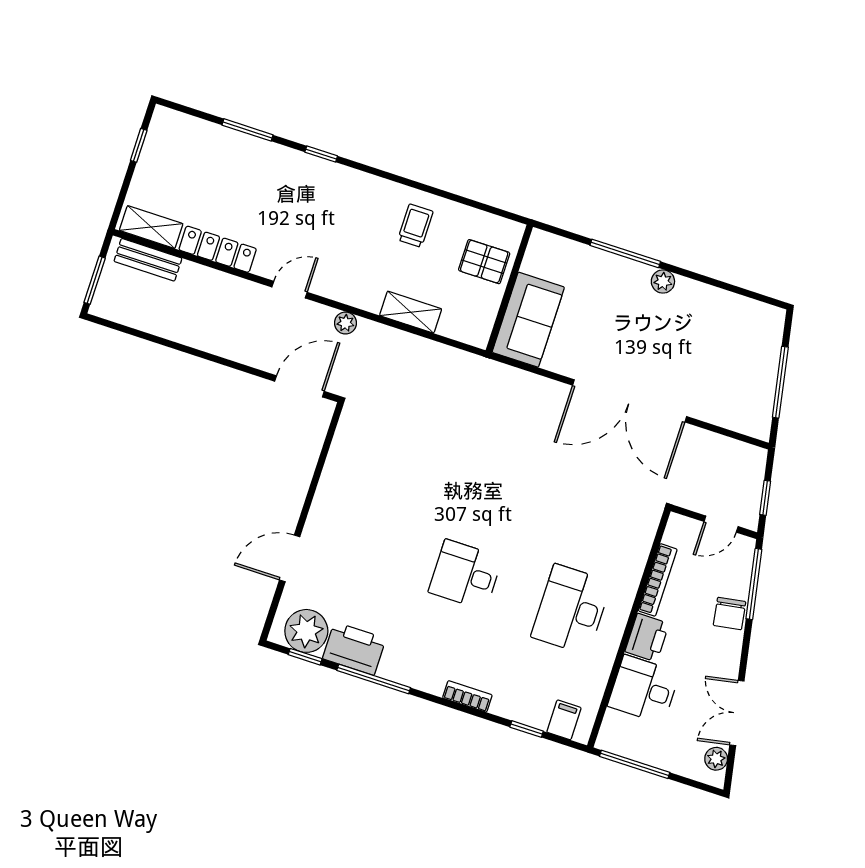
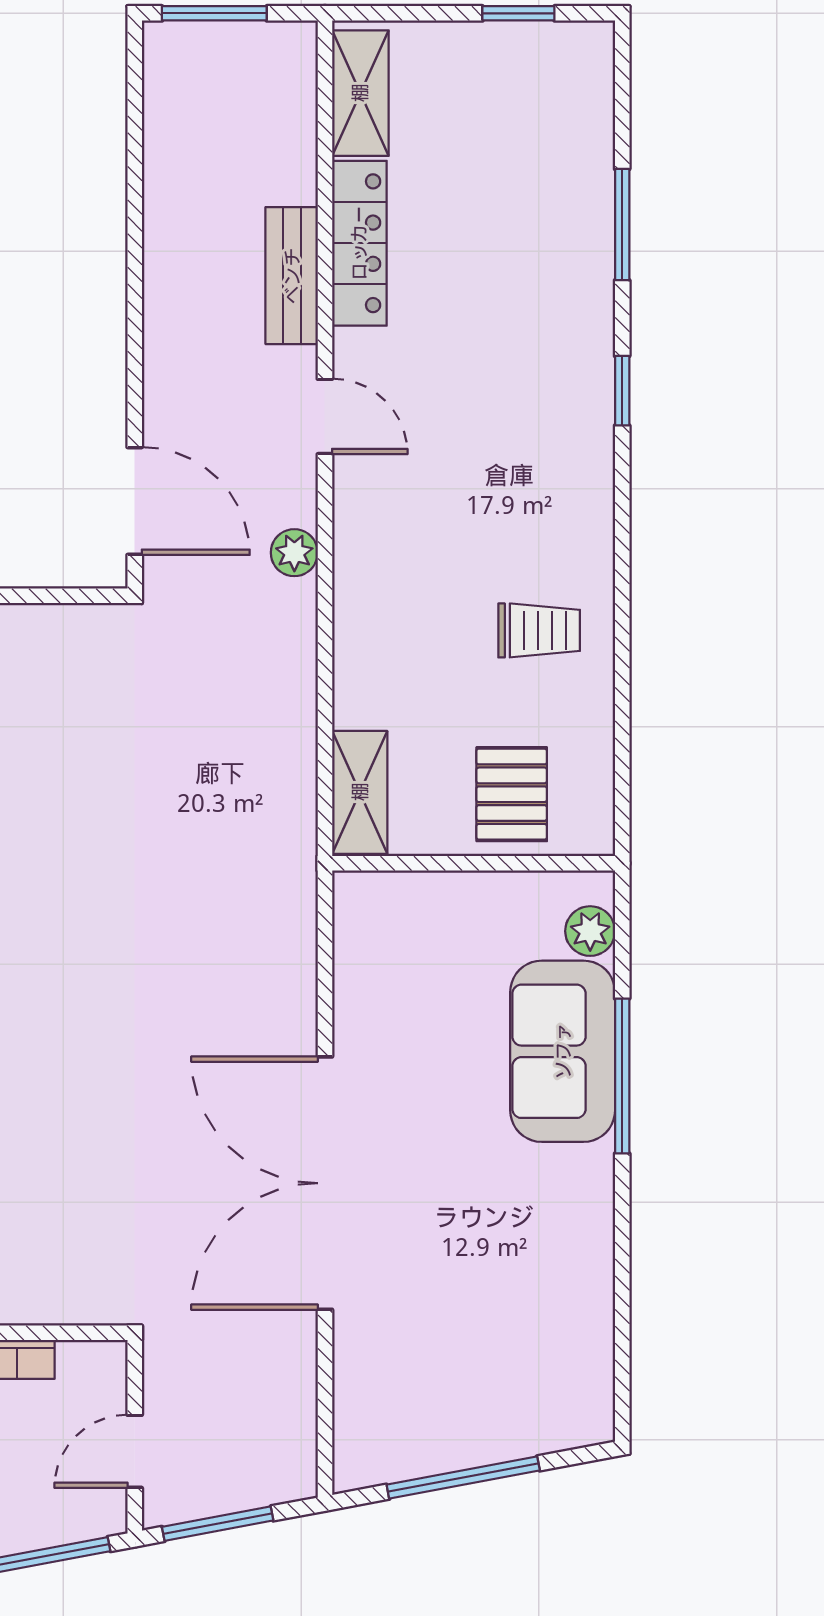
bench: (148, 260) -> (292, 276), moved
plant: (663, 281) -> (590, 931), moved
shelving: (411, 312) -> (360, 792), moved
sofa: (528, 320) -> (563, 1051), moved, turned 90
window: (765, 498) -> (218, 1524), width x1.50
door: (721, 524) -> (135, 1451), hinge flipped

